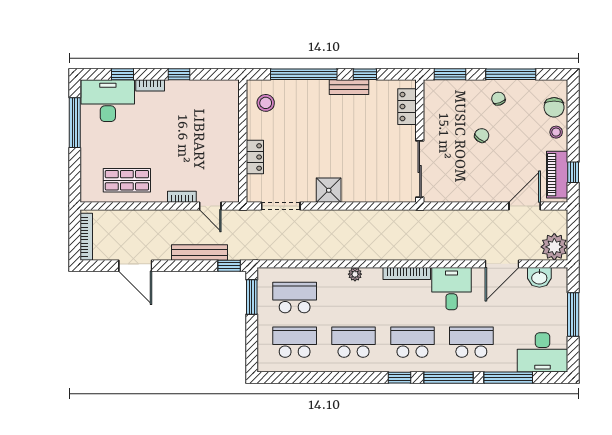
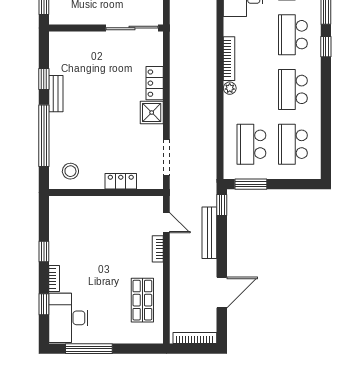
locker: (407, 107) -> (155, 83), moved, turned 90
door: (210, 206) -> (166, 223), hinge flipped
bookcase: (407, 274) -> (229, 59), moved

